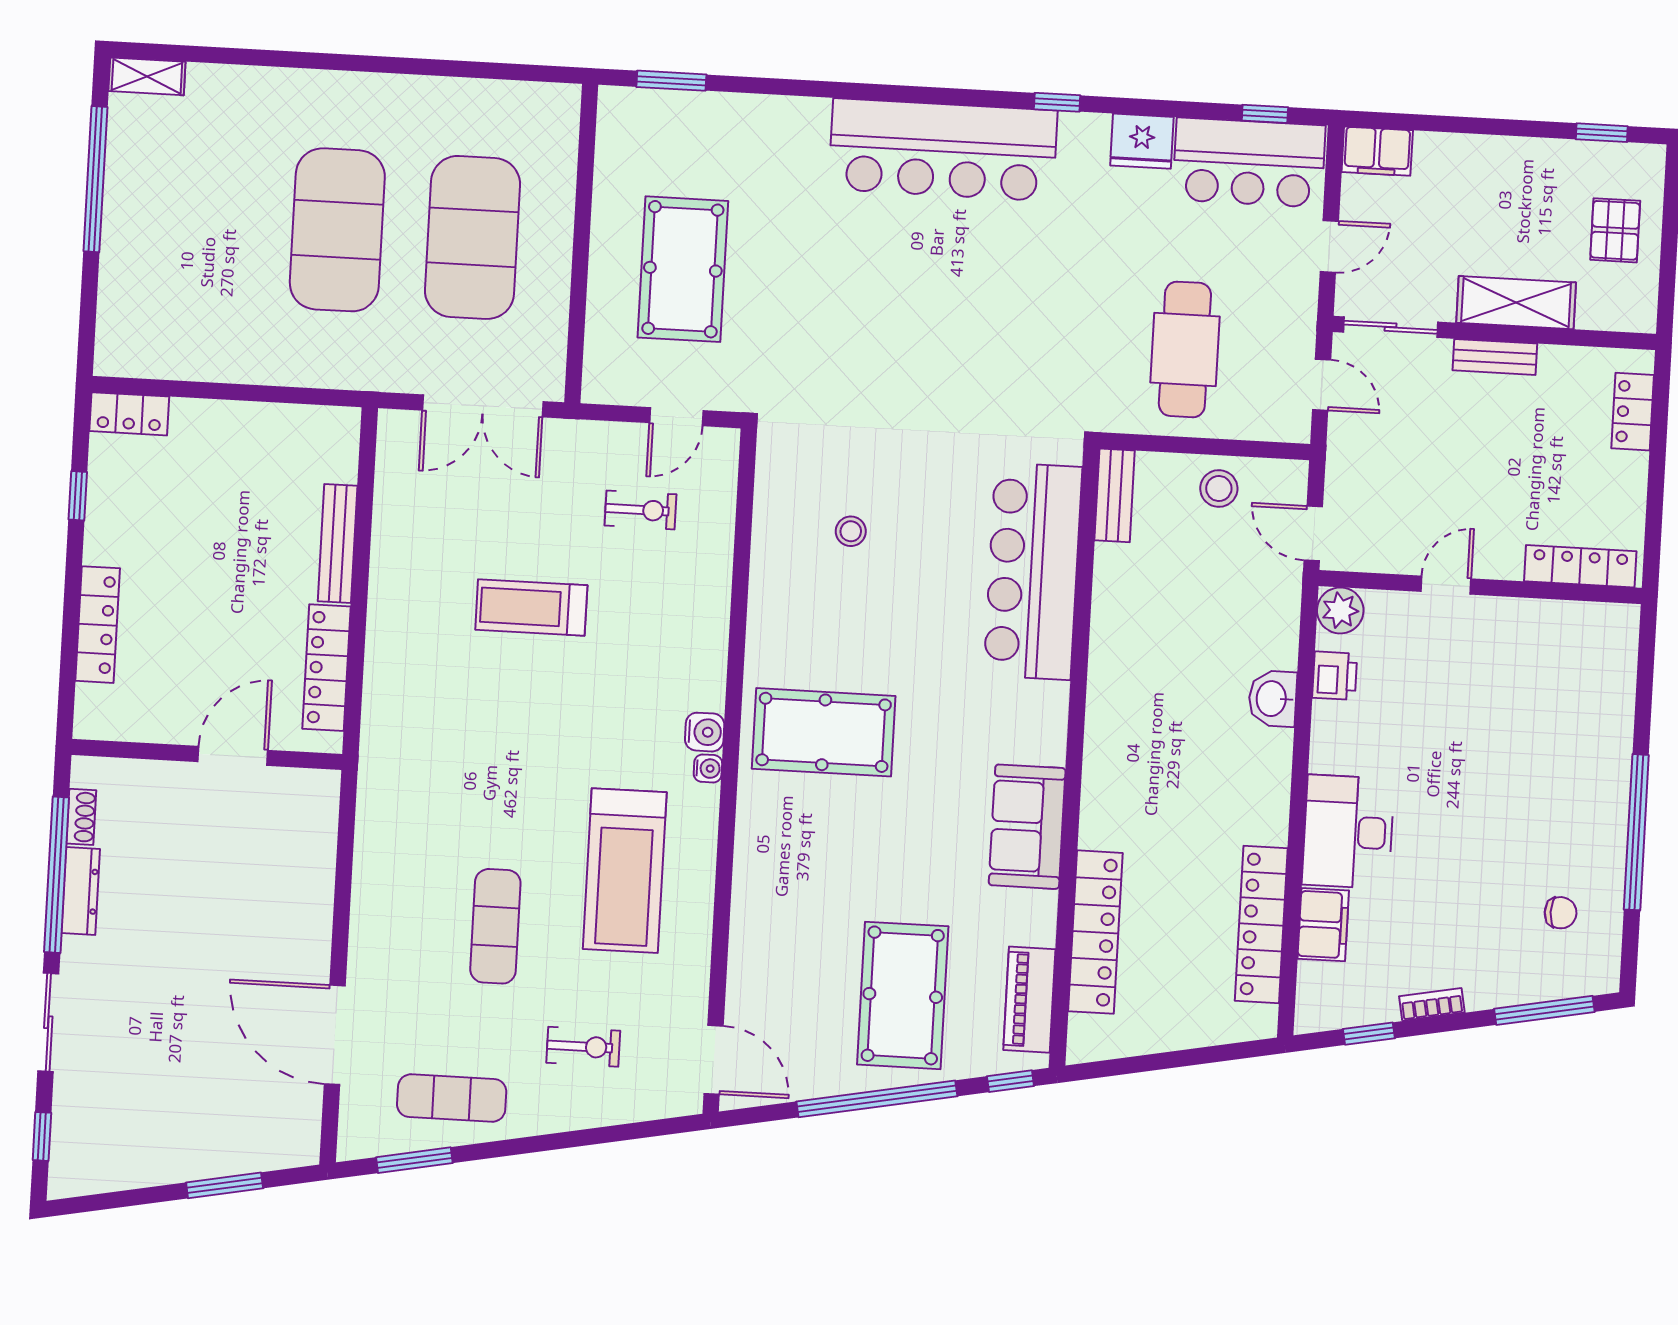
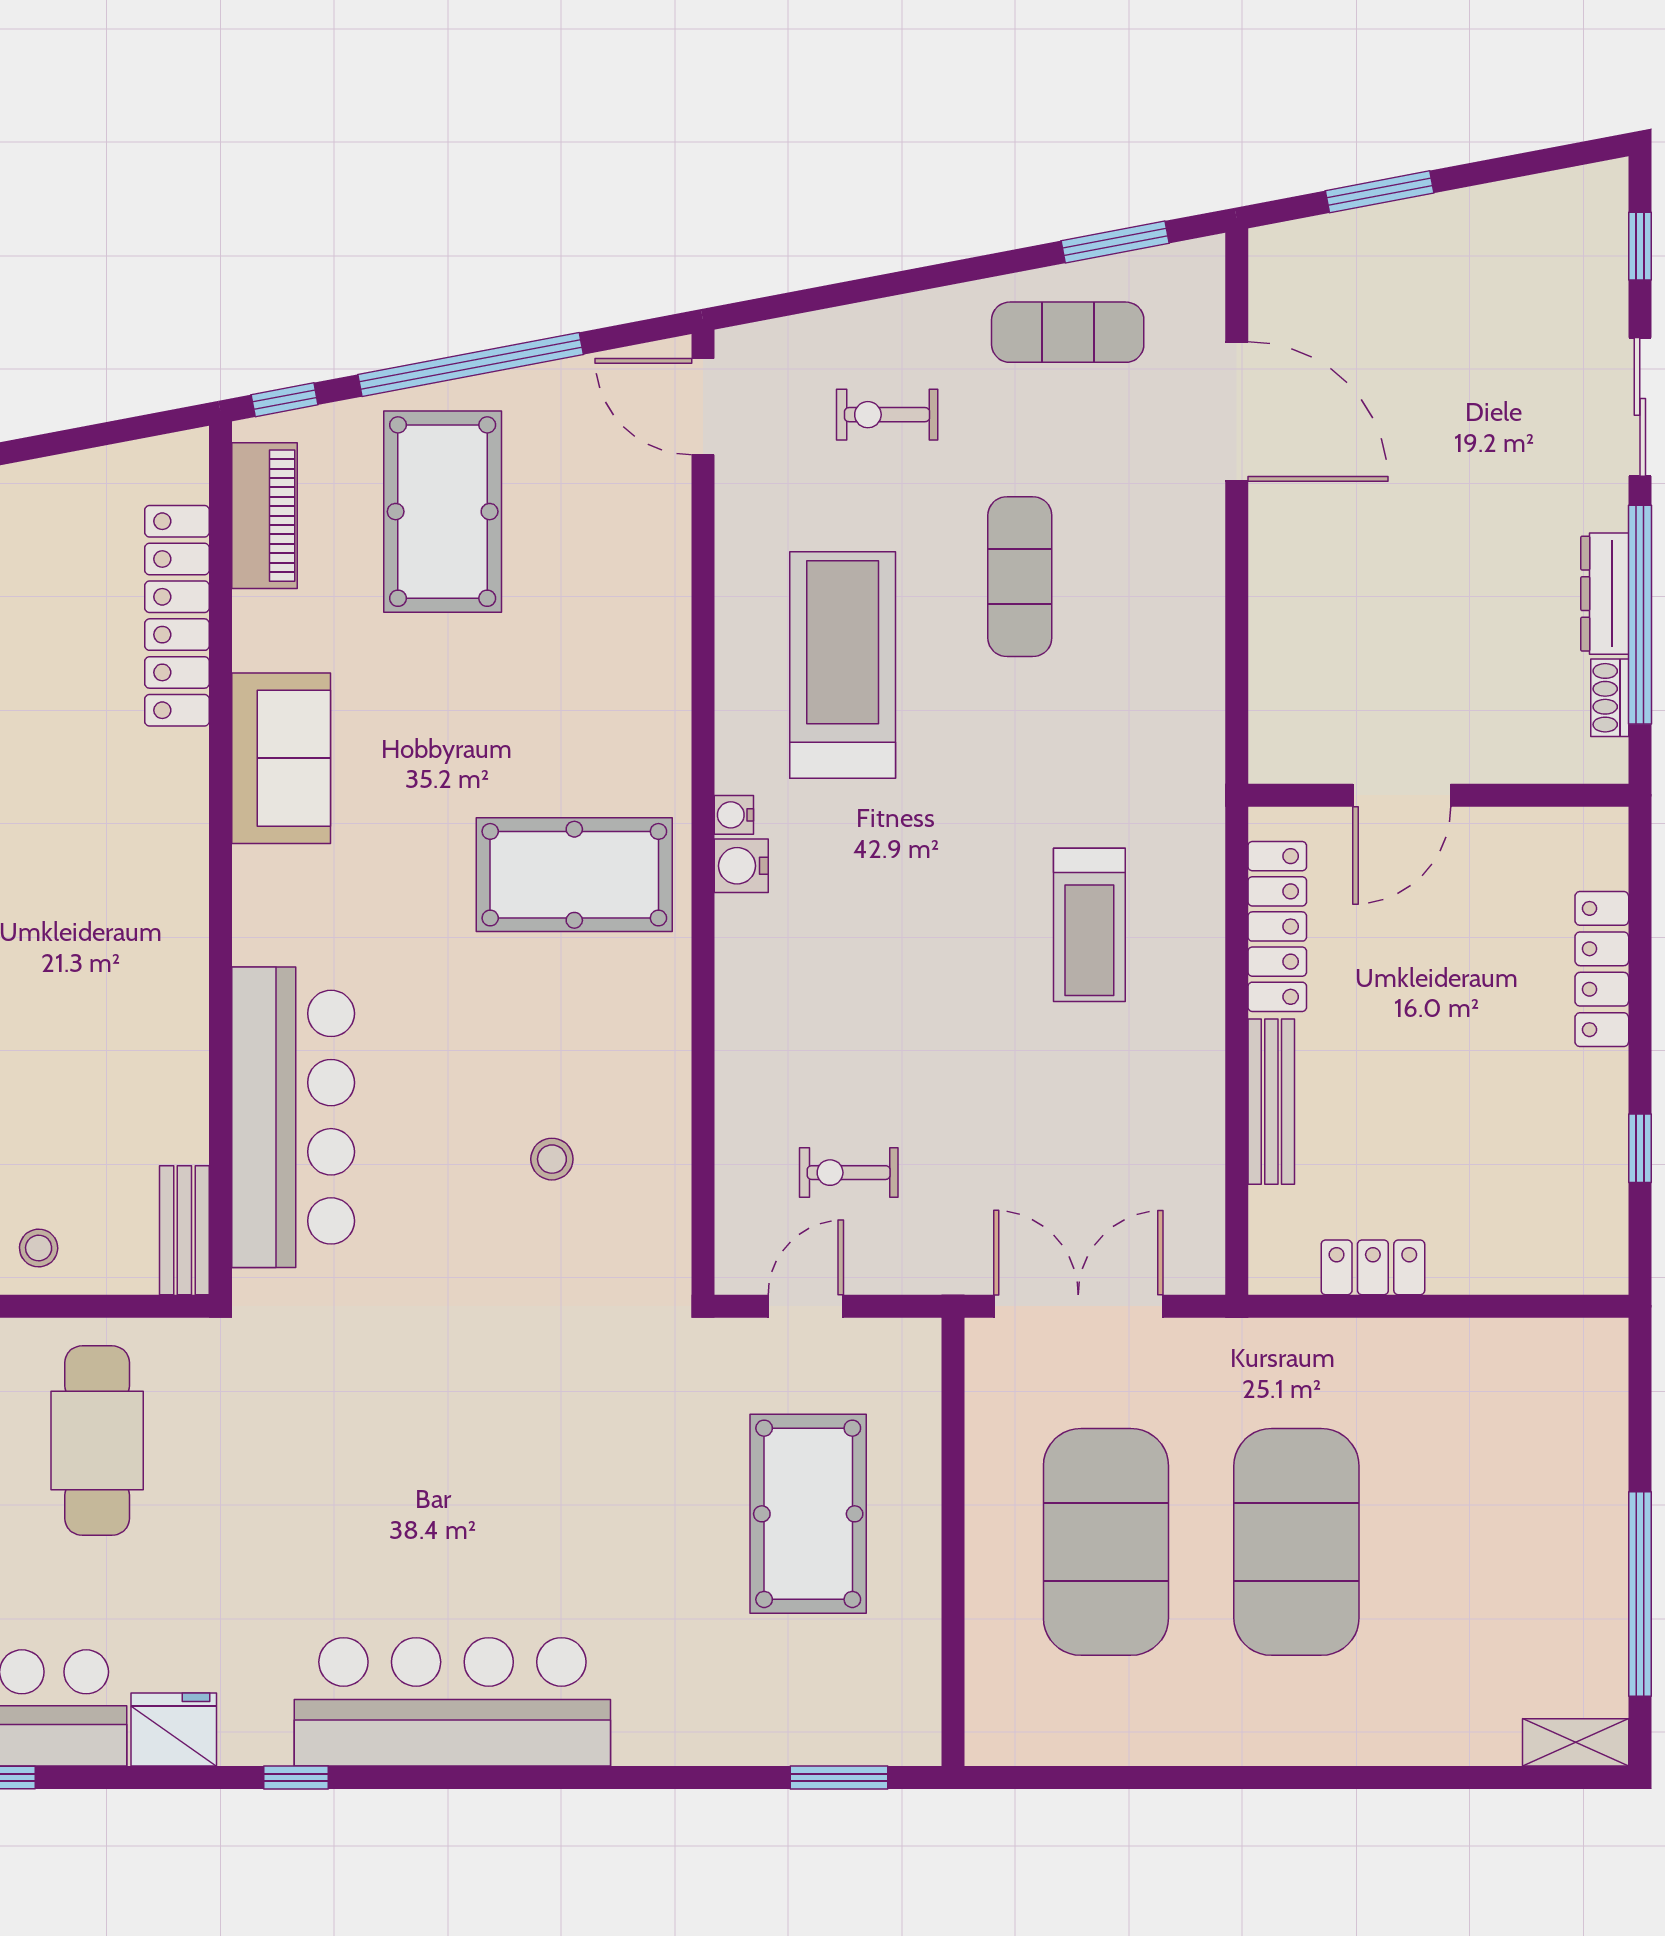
locker: (129, 414) -> (1373, 1267), moved
stool: (1219, 489) -> (39, 1248), width x0.73, depth x0.73
treadmill: (531, 607) -> (1089, 925), moved, turned 90

